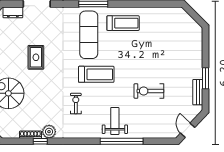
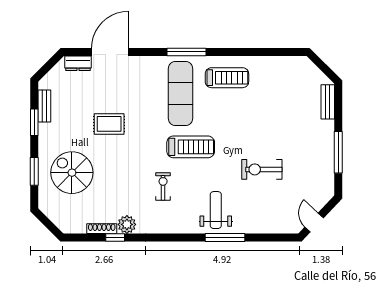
rug: (36, 57) -> (109, 124), turned 90
window: (205, 78) -> (338, 152), width x1.44
bench: (198, 92) -> (328, 102), moved
window: (122, 141) -> (225, 237), width x0.68

